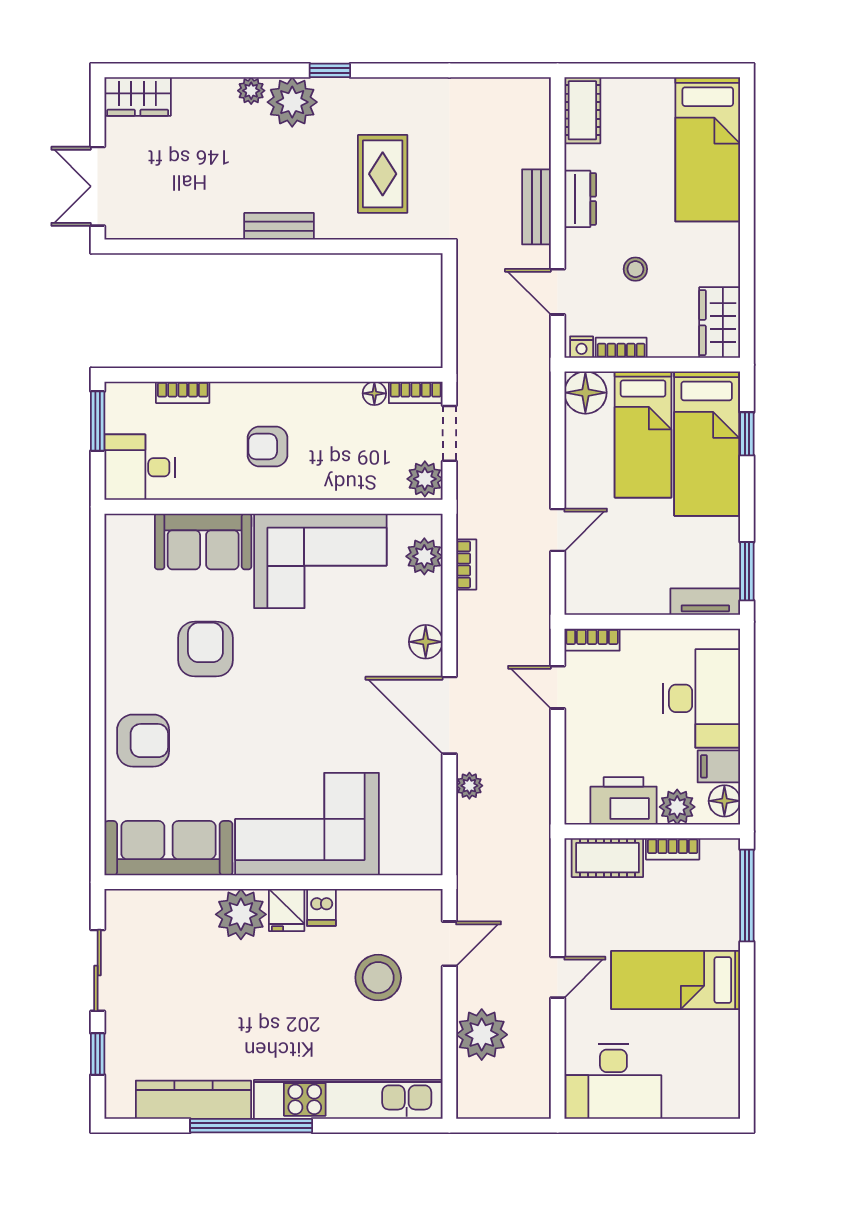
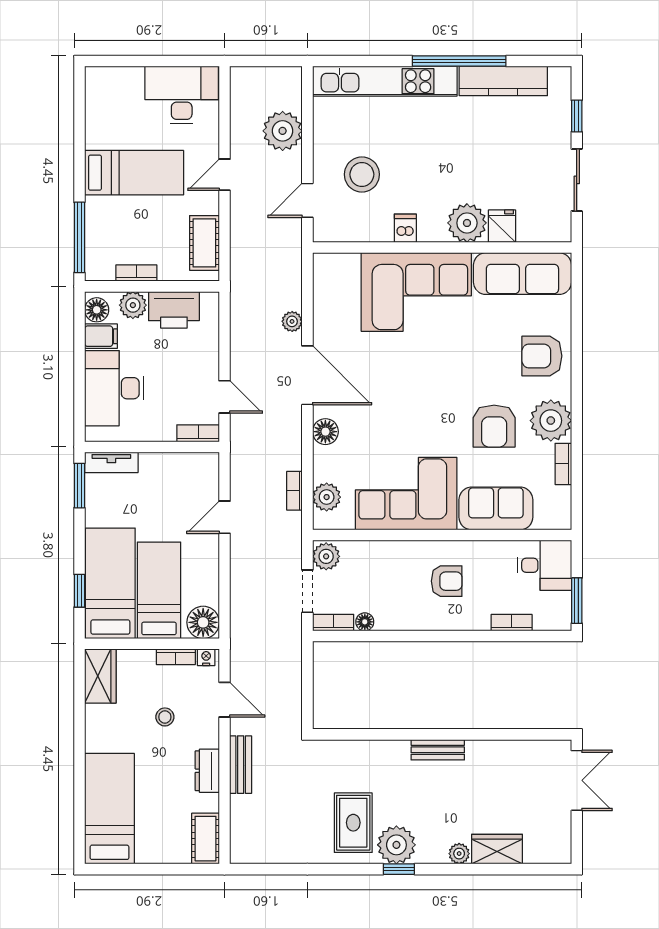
wardrobe: (138, 97) -> (497, 849), moved
plant: (292, 102) -> (396, 845), moved
rug: (383, 174) -> (353, 823), moved
bookcase: (115, 600) -> (563, 464), added
plant: (131, 656) -> (551, 421), added
cot: (607, 858) -> (204, 243), moved, turned 90
fridge: (287, 910) -> (502, 226), moved

